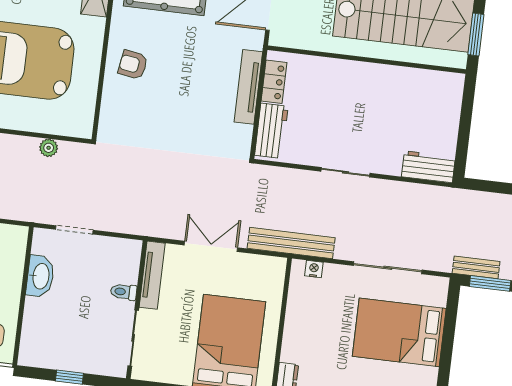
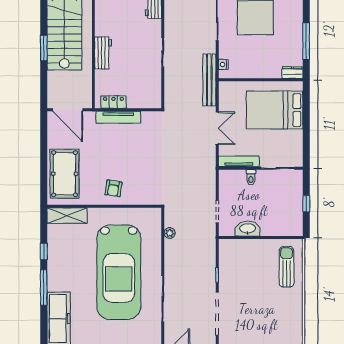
workbench: (271, 131) -> (103, 53), moved, turned 90
double door: (211, 246) -> (217, 128), swing flipped

